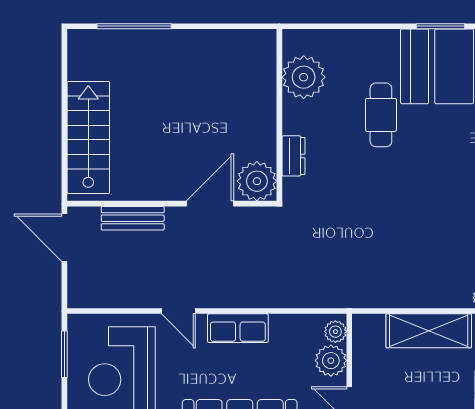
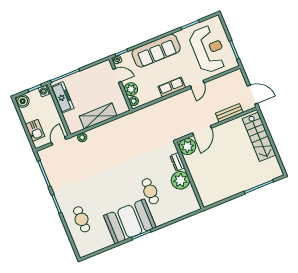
plant: (304, 77) -> (180, 180), moved
door: (178, 311) -> (197, 84), swing flipped

